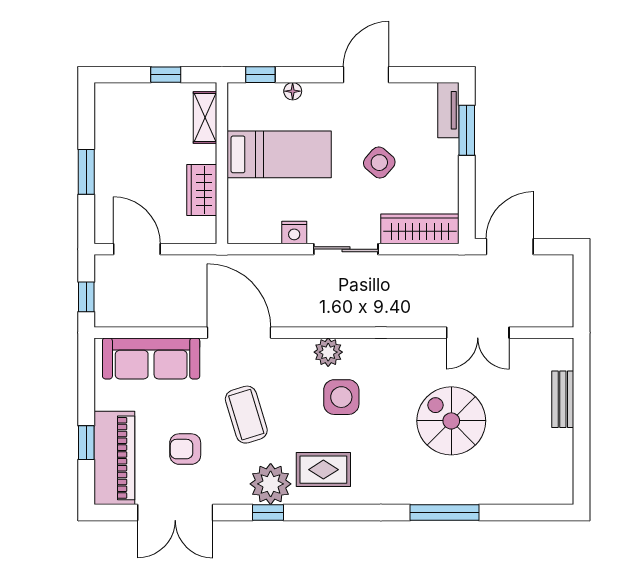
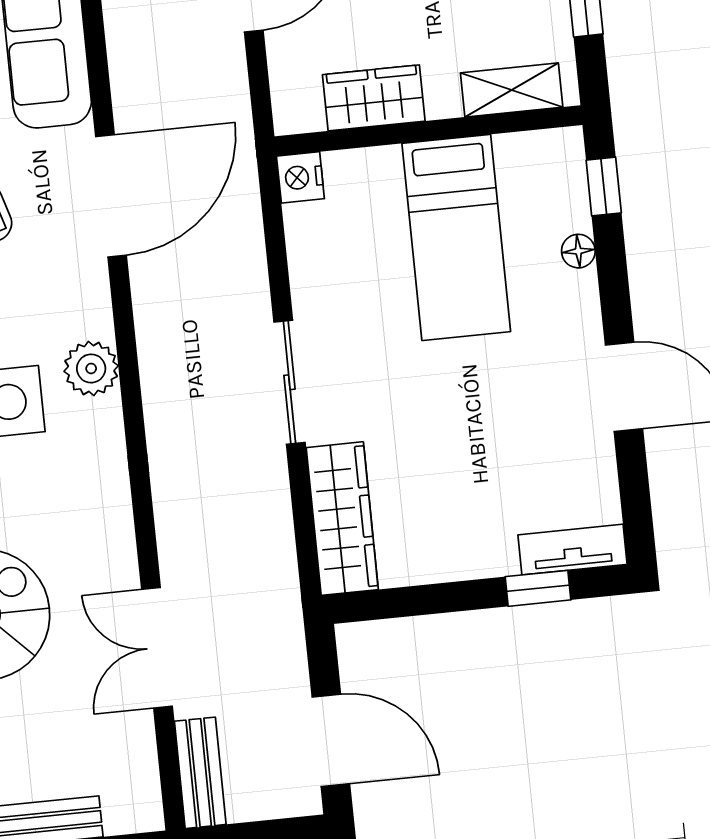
window: (467, 130) -> (538, 588), width x0.67
side table: (379, 163) -> (460, 429), removed
nightstand: (294, 233) -> (300, 177), moved
door: (510, 247) -> (331, 740), moved
bench: (545, 317) -> (200, 773), added

